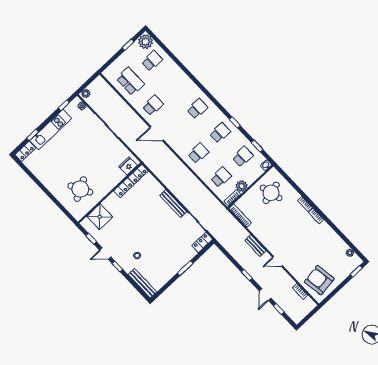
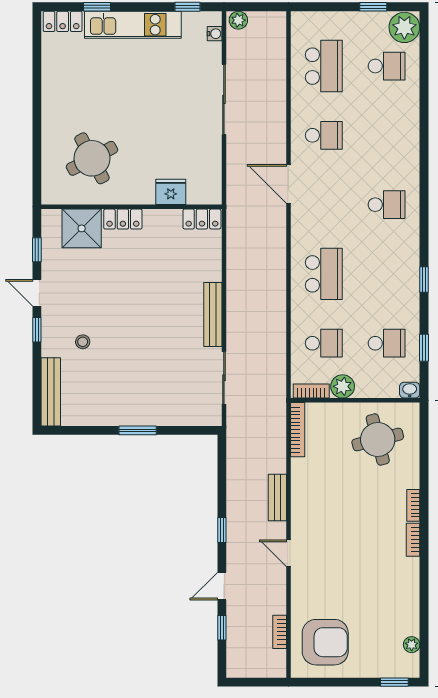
school desk: (220, 133) -> (387, 274), removed
school desk: (198, 153) -> (324, 274), width x1.85
fridge: (128, 166) -> (171, 192), moved
locker: (124, 188) -> (123, 219), moved
locker: (202, 242) -> (201, 416), removed
armchair: (319, 280) -> (325, 642), turned 98

